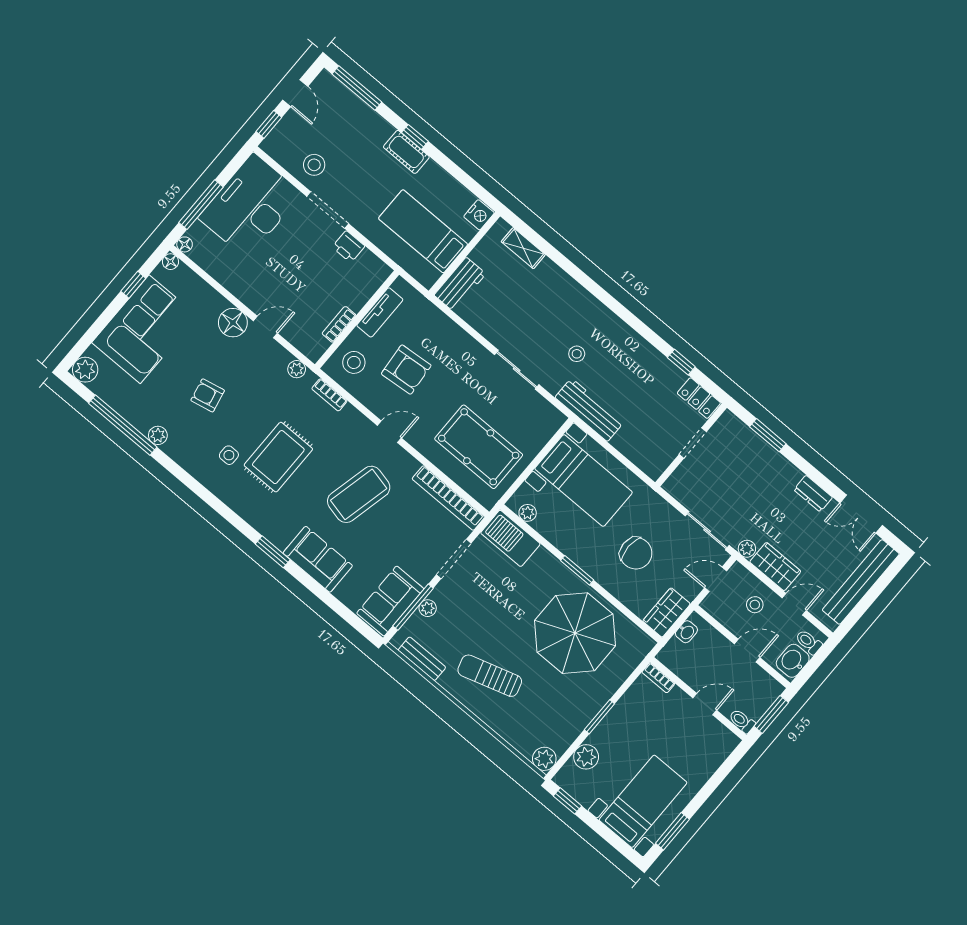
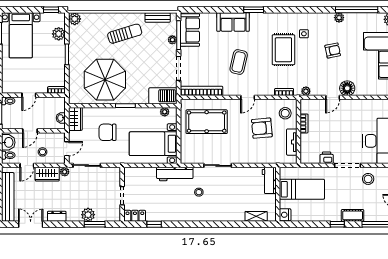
cot: (406, 152) -> (353, 215), moved
plant: (766, 457) -> (88, 215), added
coffee table: (359, 494) -> (239, 62), width x0.73, depth x0.76

